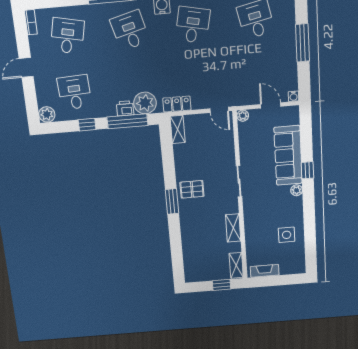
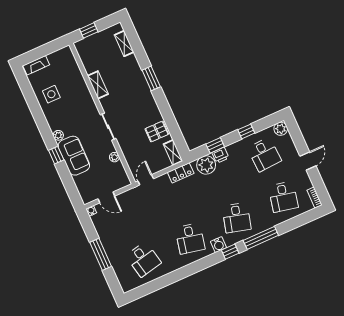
desk: (130, 30) -> (237, 218), turned 30
door: (219, 110) -> (146, 180), hinge flipped
plant: (243, 116) -> (114, 157), moved
window: (127, 121) -> (215, 145), width x0.46
sofa: (288, 156) -> (74, 156), width x0.73
pallet: (192, 189) -> (157, 131), moved
window: (172, 201) -> (151, 78), moved
shelving: (236, 265) -> (124, 44), moved
fireplace: (265, 271) -> (36, 65), moved

